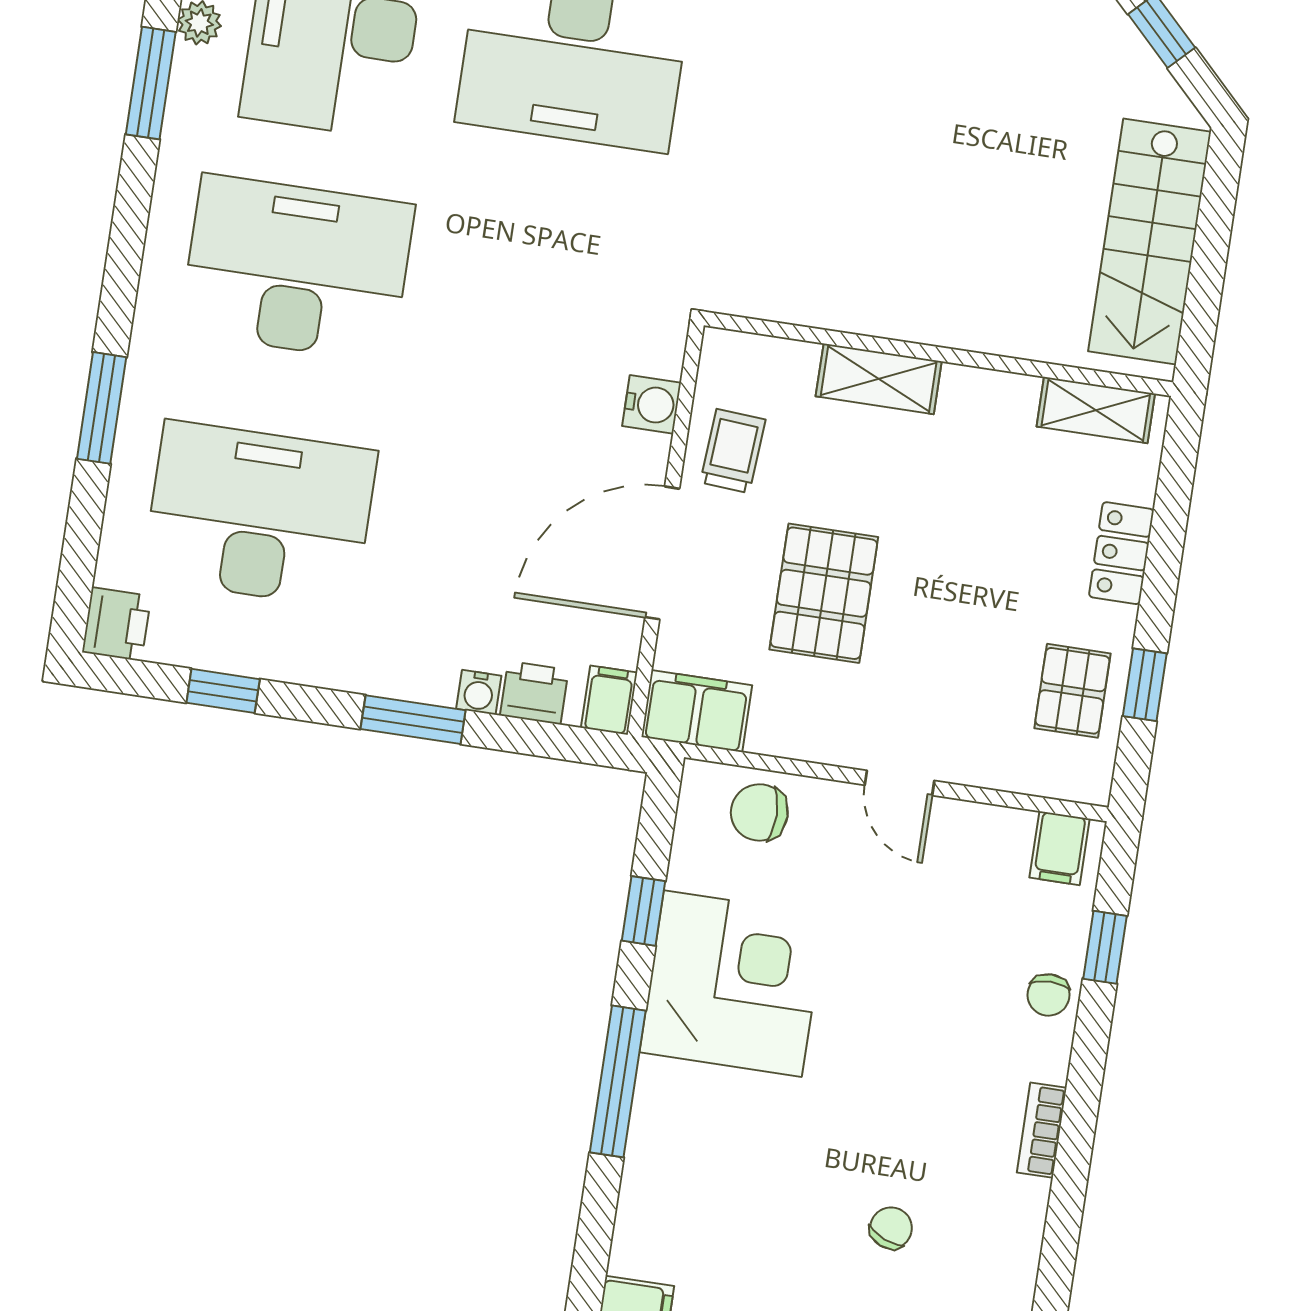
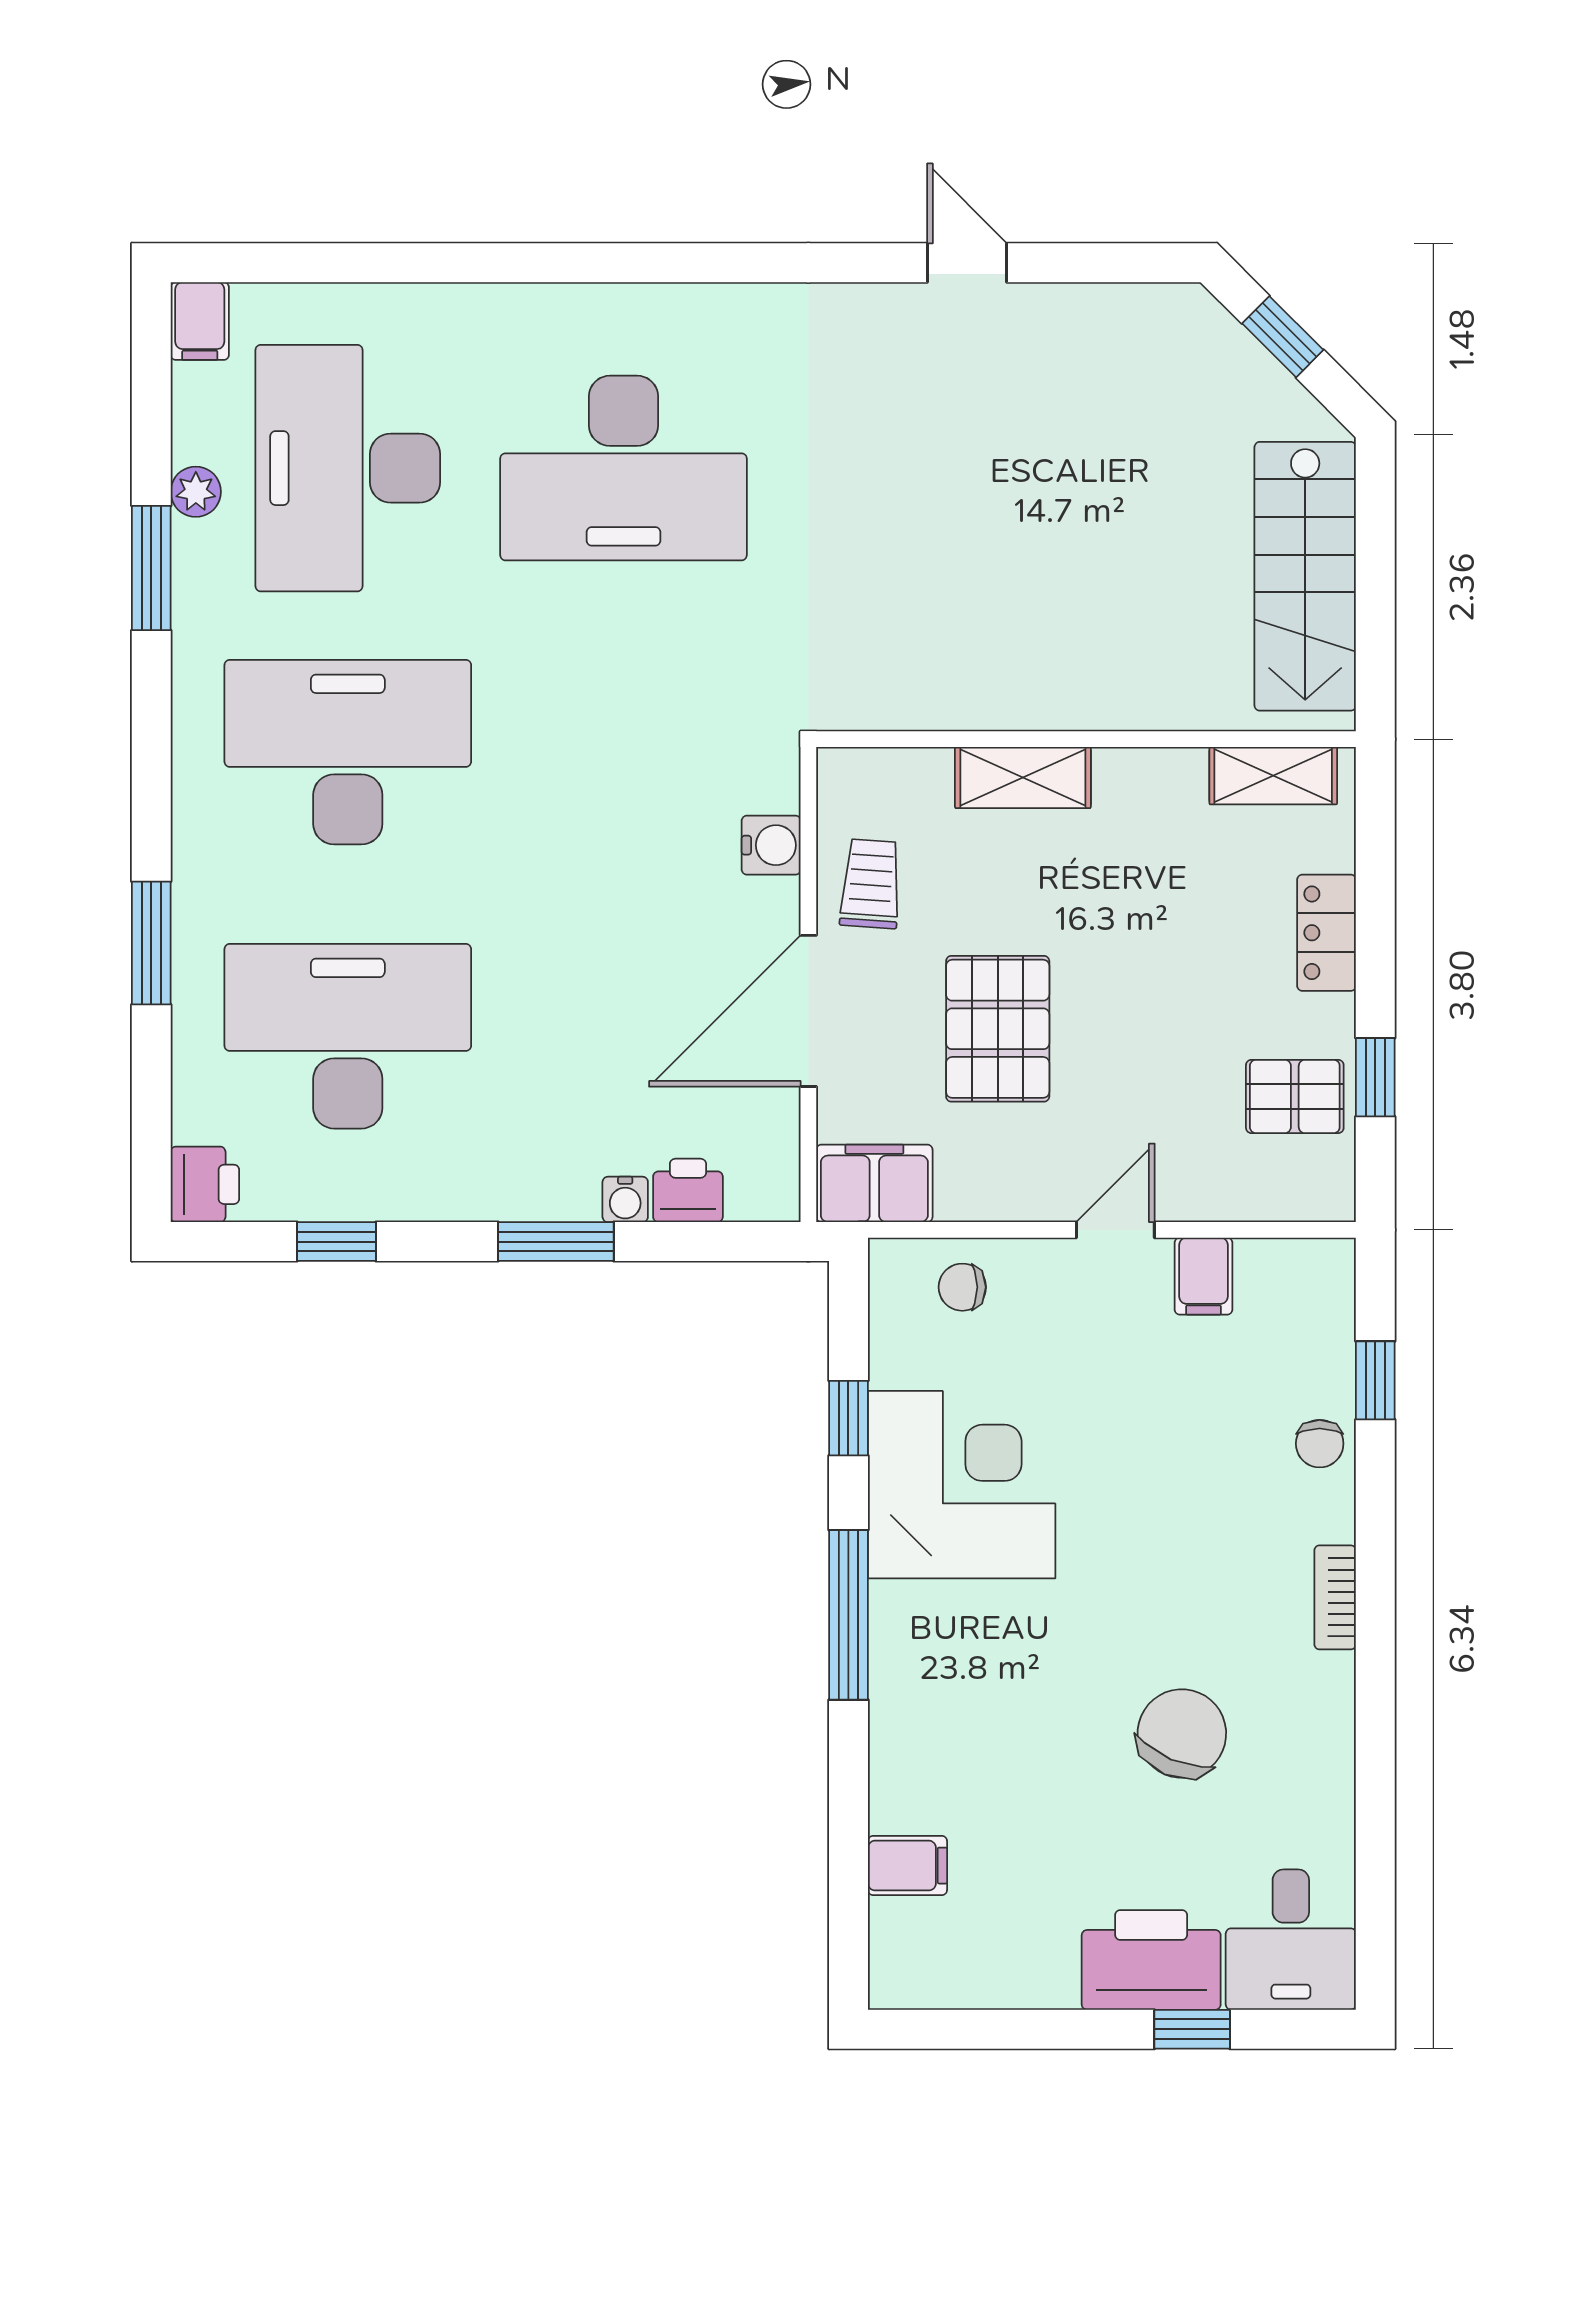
pallet: (1072, 691) -> (1295, 1096), turned 90
filing cabinet: (609, 700) -> (774, 1186), removed
door: (899, 783) -> (1115, 1230), swing flipped
chair: (759, 812) -> (962, 1287), width x0.73, depth x0.73
filing cabinet: (1060, 848) -> (1203, 1276), moved
chair: (891, 1228) -> (1182, 1734), width x1.87, depth x1.87

